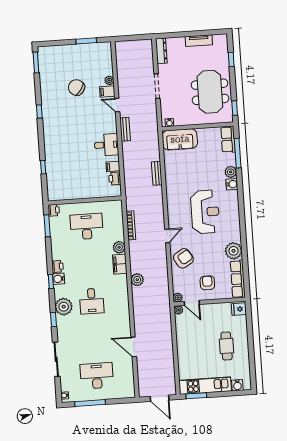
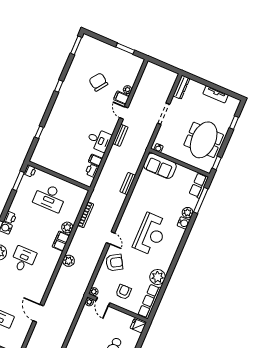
desk: (87, 226) -> (50, 197), turned 180
door: (167, 236) -> (111, 238), hinge flipped
desk: (92, 301) -> (23, 259), turned 180

